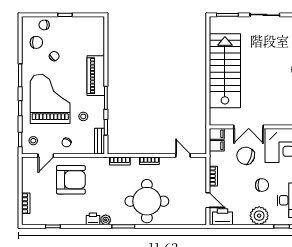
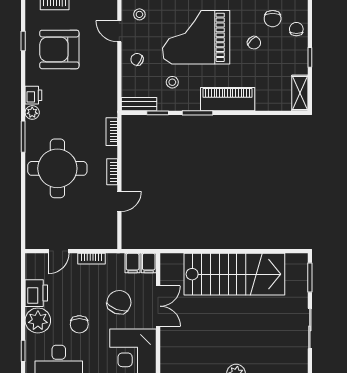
shelving: (91, 22) -> (300, 93), added
grand piano: (50, 99) -> (196, 37), turned 180
double door: (249, 127) -> (158, 306), swing flipped
door: (183, 155) -> (119, 201), moved
armchair: (71, 180) -> (59, 49), moved, turned 90
printer: (222, 217) -> (36, 293), moved

